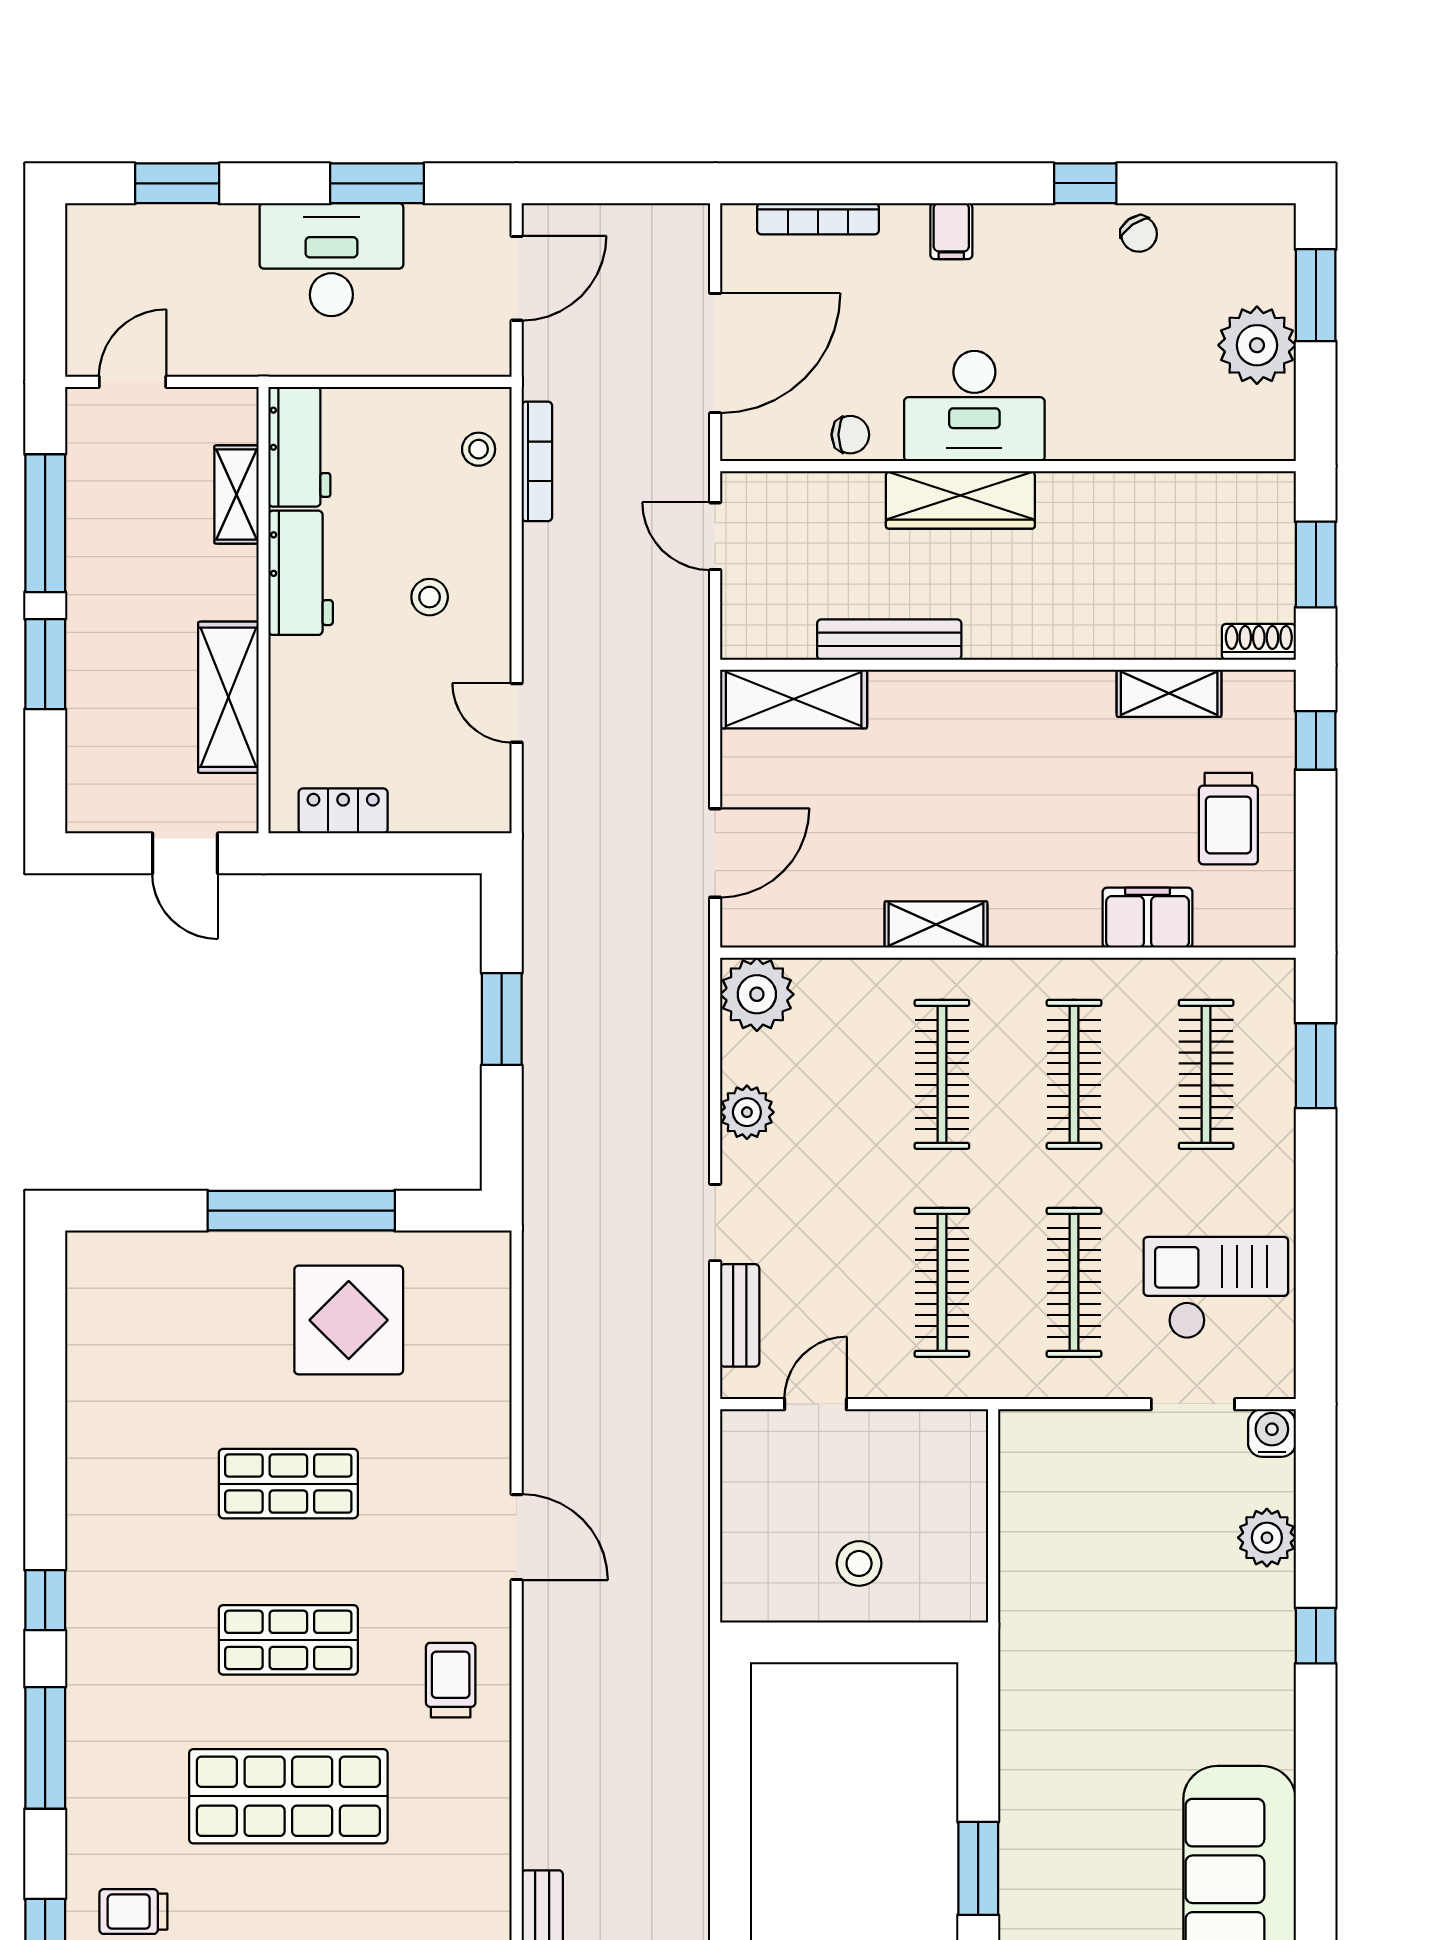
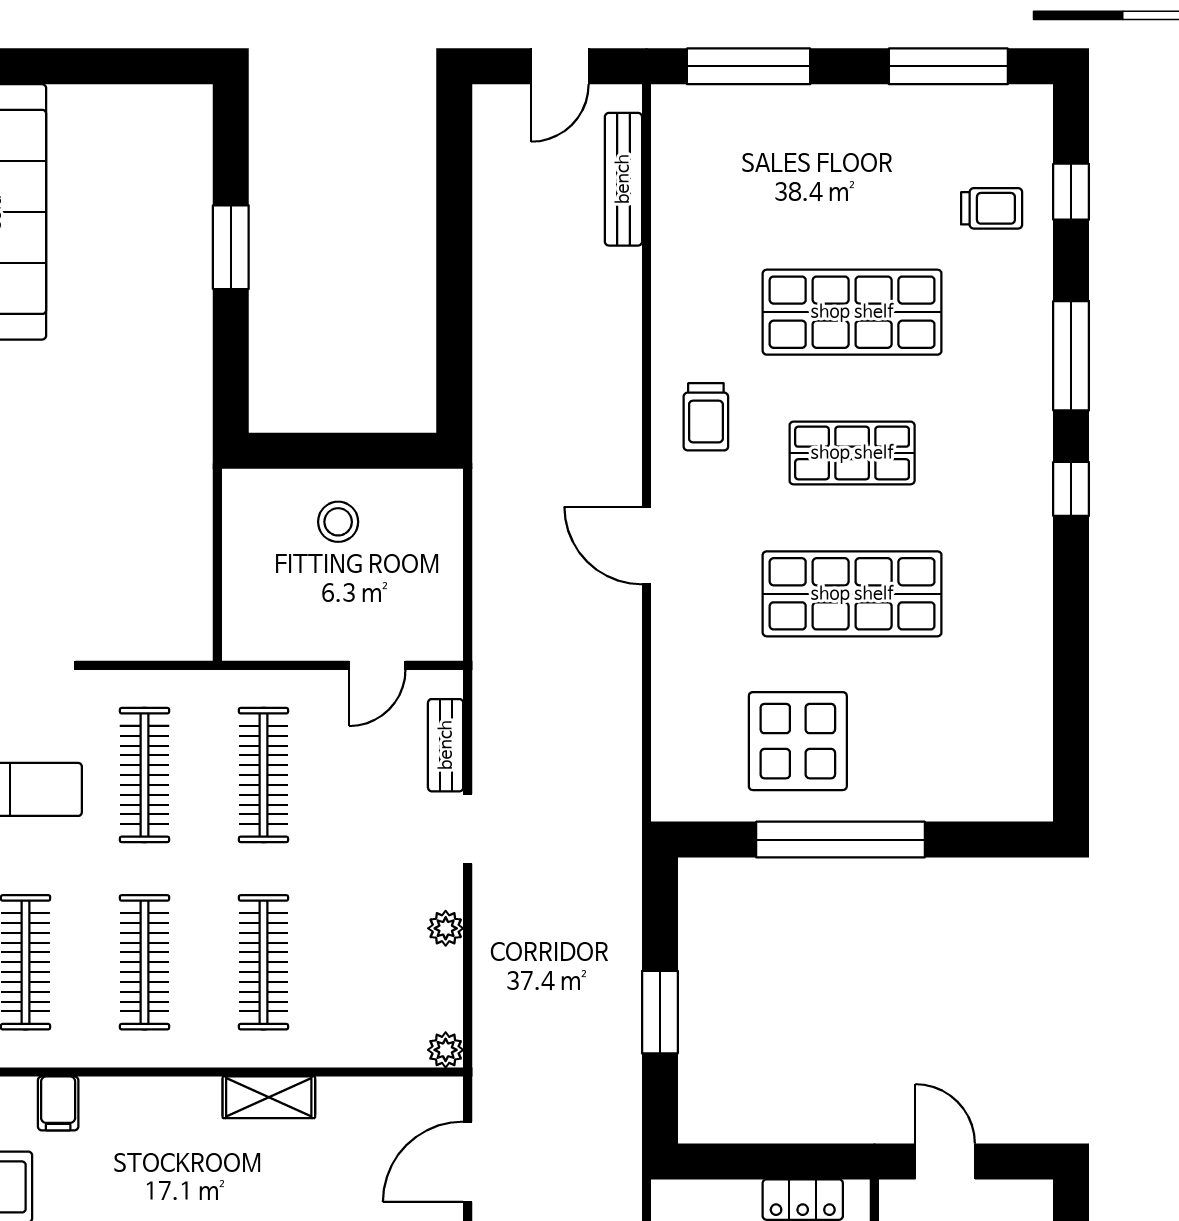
filing cabinet: (1148, 918) -> (58, 1103), width x0.50
plant: (757, 994) -> (446, 1050), width x0.53, depth x0.53
plant: (747, 1112) -> (446, 928), width x0.73, depth x0.73
shop shelf: (288, 1484) -> (852, 594), width x1.43, depth x1.36

